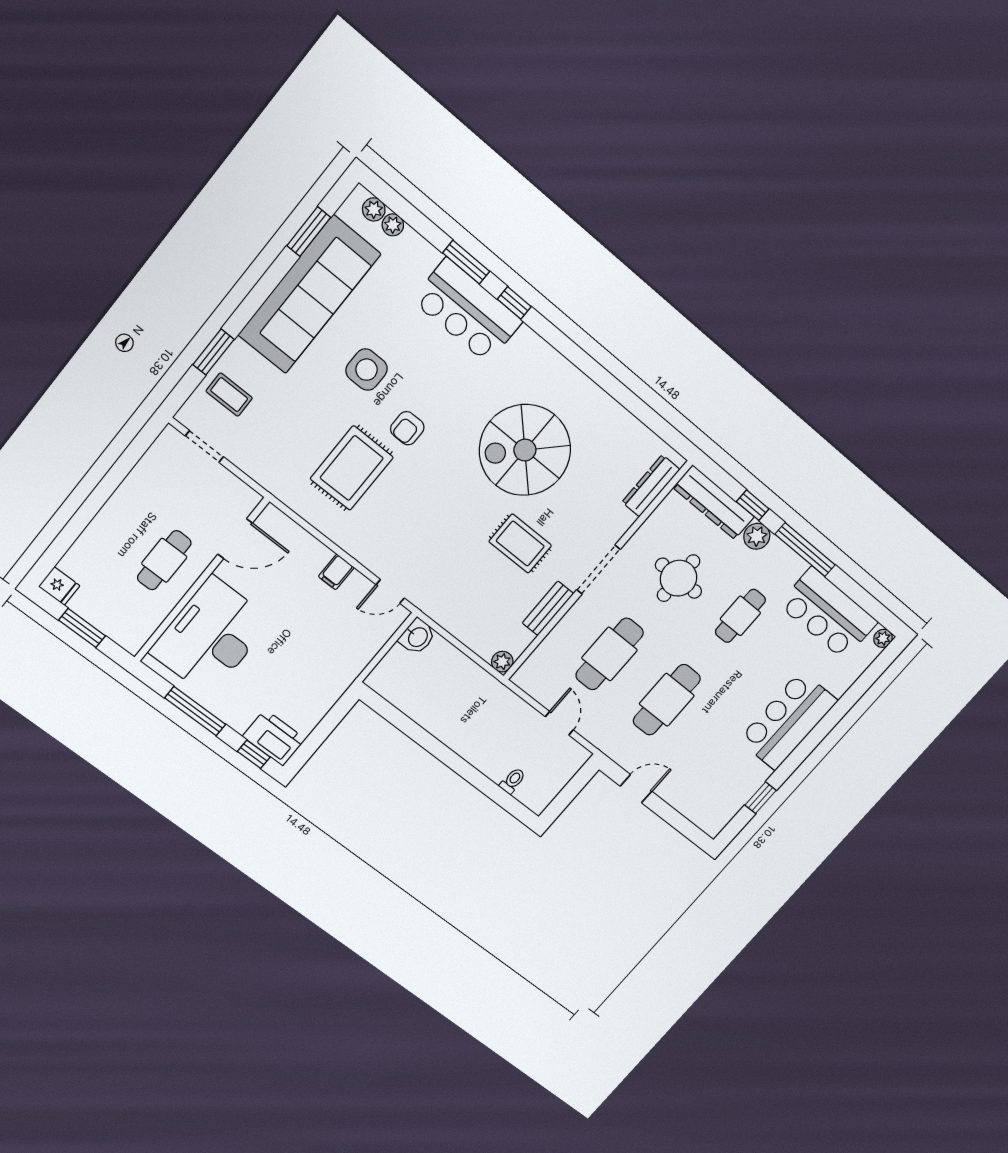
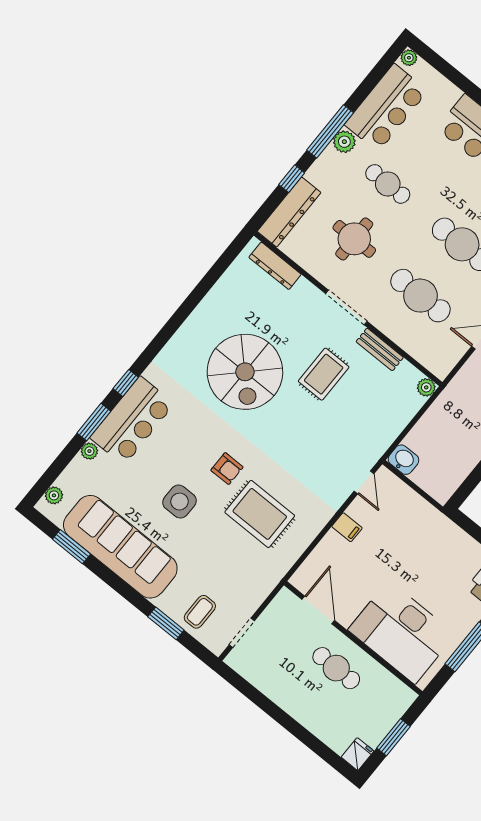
plant: (393, 225) -> (89, 451), moved
plant: (757, 536) -> (344, 142), moved

